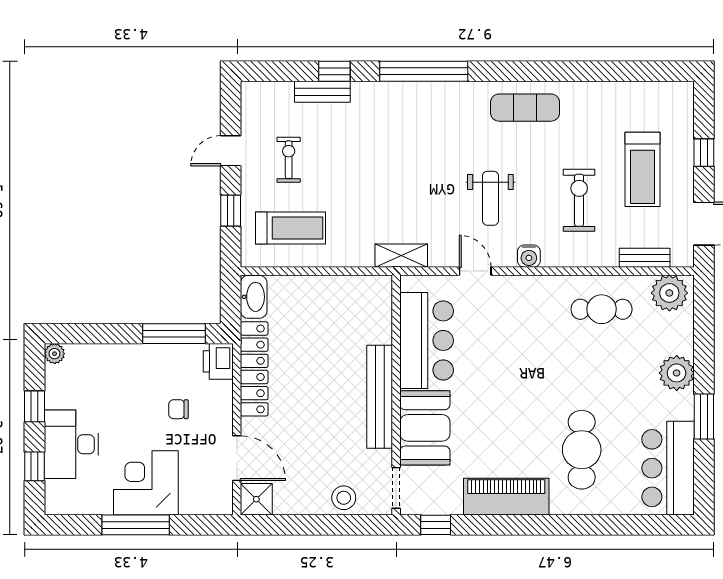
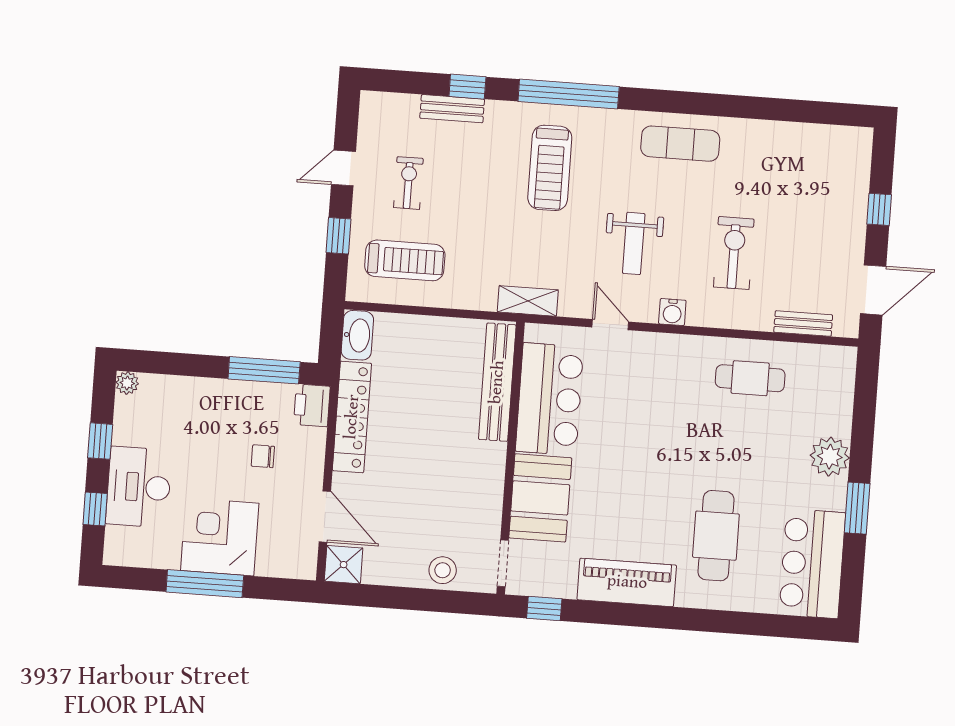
treadmill: (643, 169) -> (550, 168), moved
plant: (669, 293) -> (828, 365), removed
bench: (380, 397) -> (497, 382), moved

